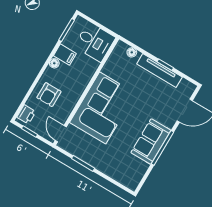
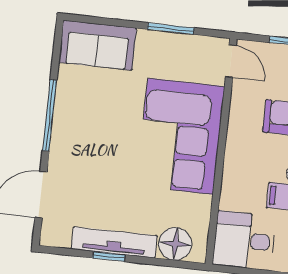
floor lamp: (132, 52) -> (175, 244), width x1.89, depth x1.89
sofa: (151, 141) -> (98, 45), moved, turned 90

